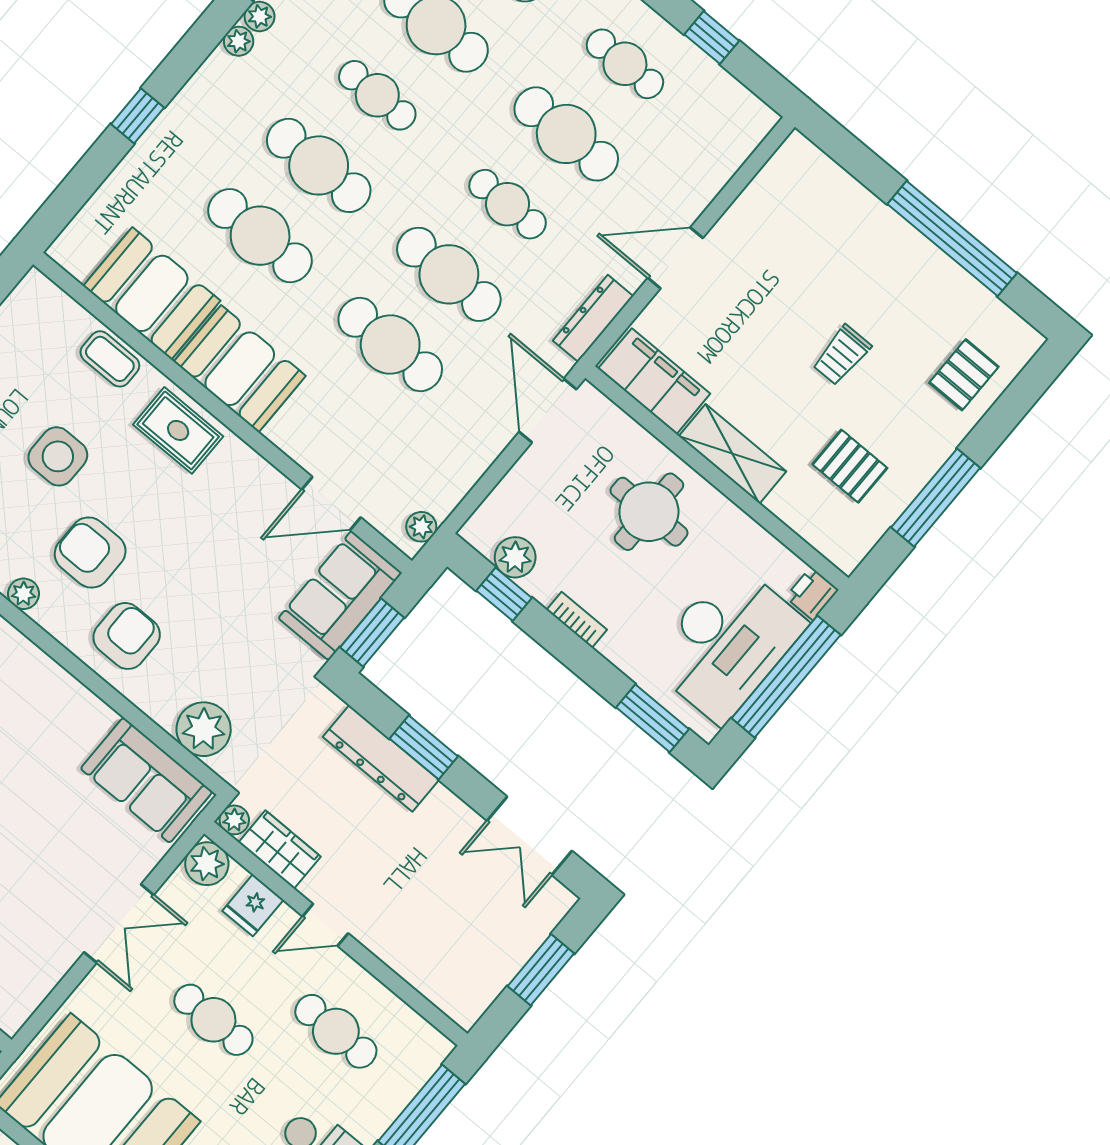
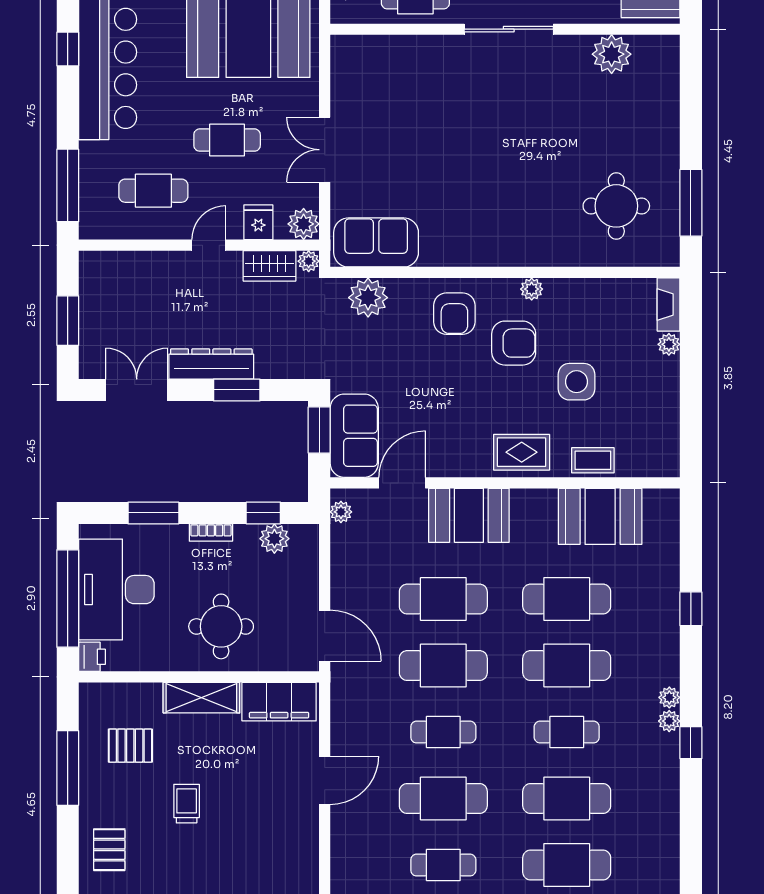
dresser: (593, 318) -> (342, 708), removed
booth: (240, 369) -> (469, 515), moved
window: (652, 718) -> (153, 513), moved
dresser: (381, 758) -> (211, 364), moved

